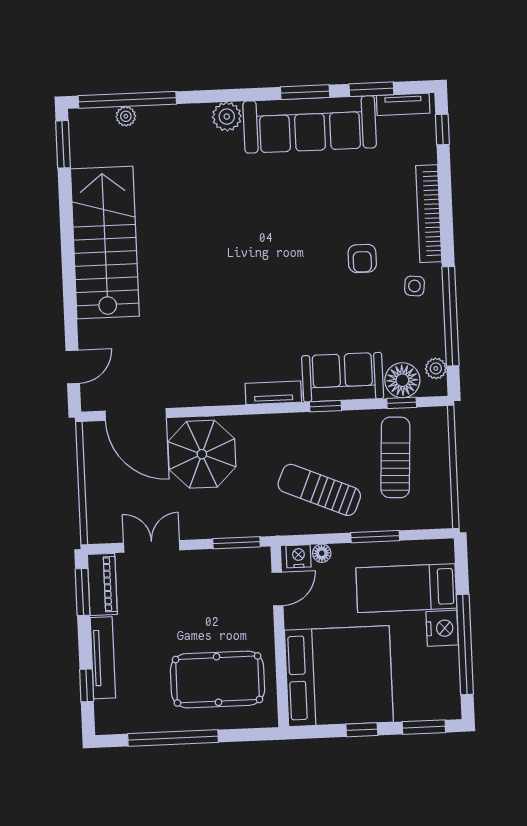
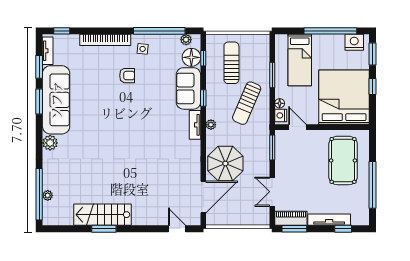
window: (63, 144) -> (104, 229), moved
stairs: (105, 243) -> (103, 215), width x0.73, depth x0.66
plant: (275, 423) -> (211, 125), added
sun lounger: (395, 457) -> (231, 63), turned 87
nightstand: (442, 628) -> (354, 42), moved

